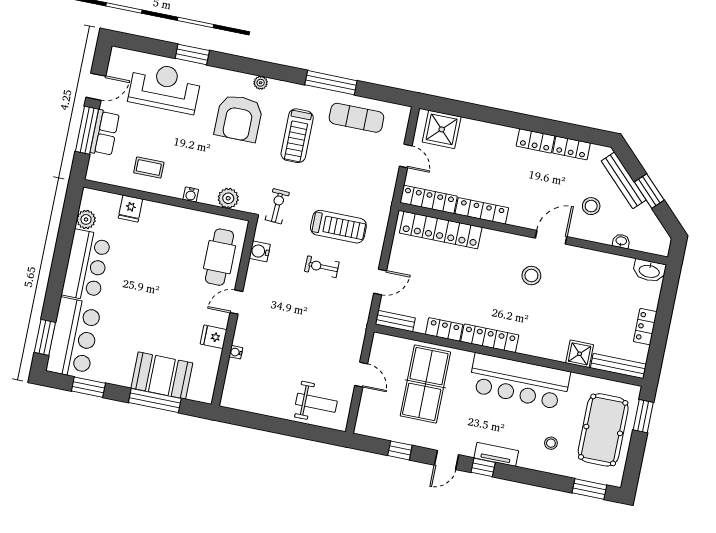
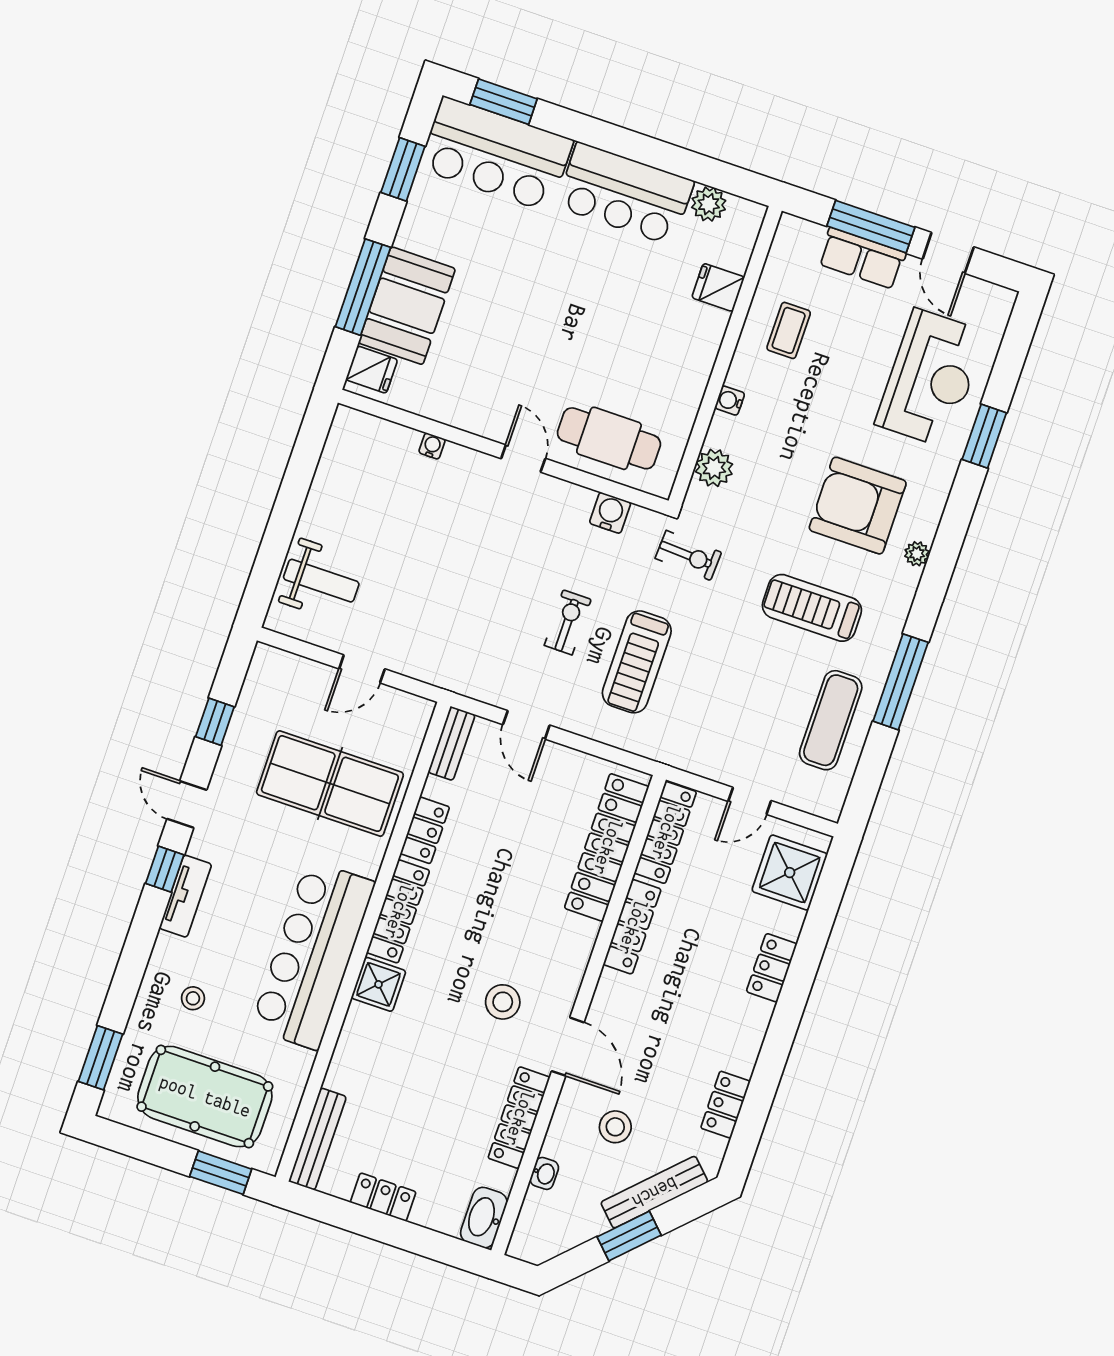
locker: (535, 141) -> (772, 968), moved
locker: (593, 259) -> (519, 1118), added
fridge: (214, 337) -> (372, 370), moved, turned 90
shower: (580, 354) -> (379, 984), moved
weight bench: (316, 403) -> (321, 581), turned -90

